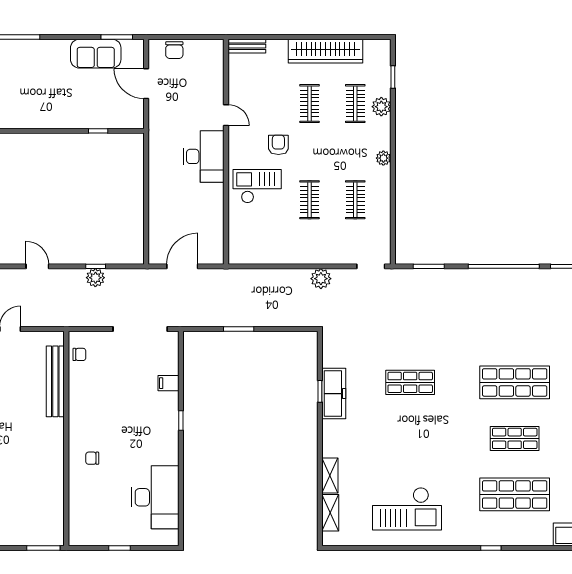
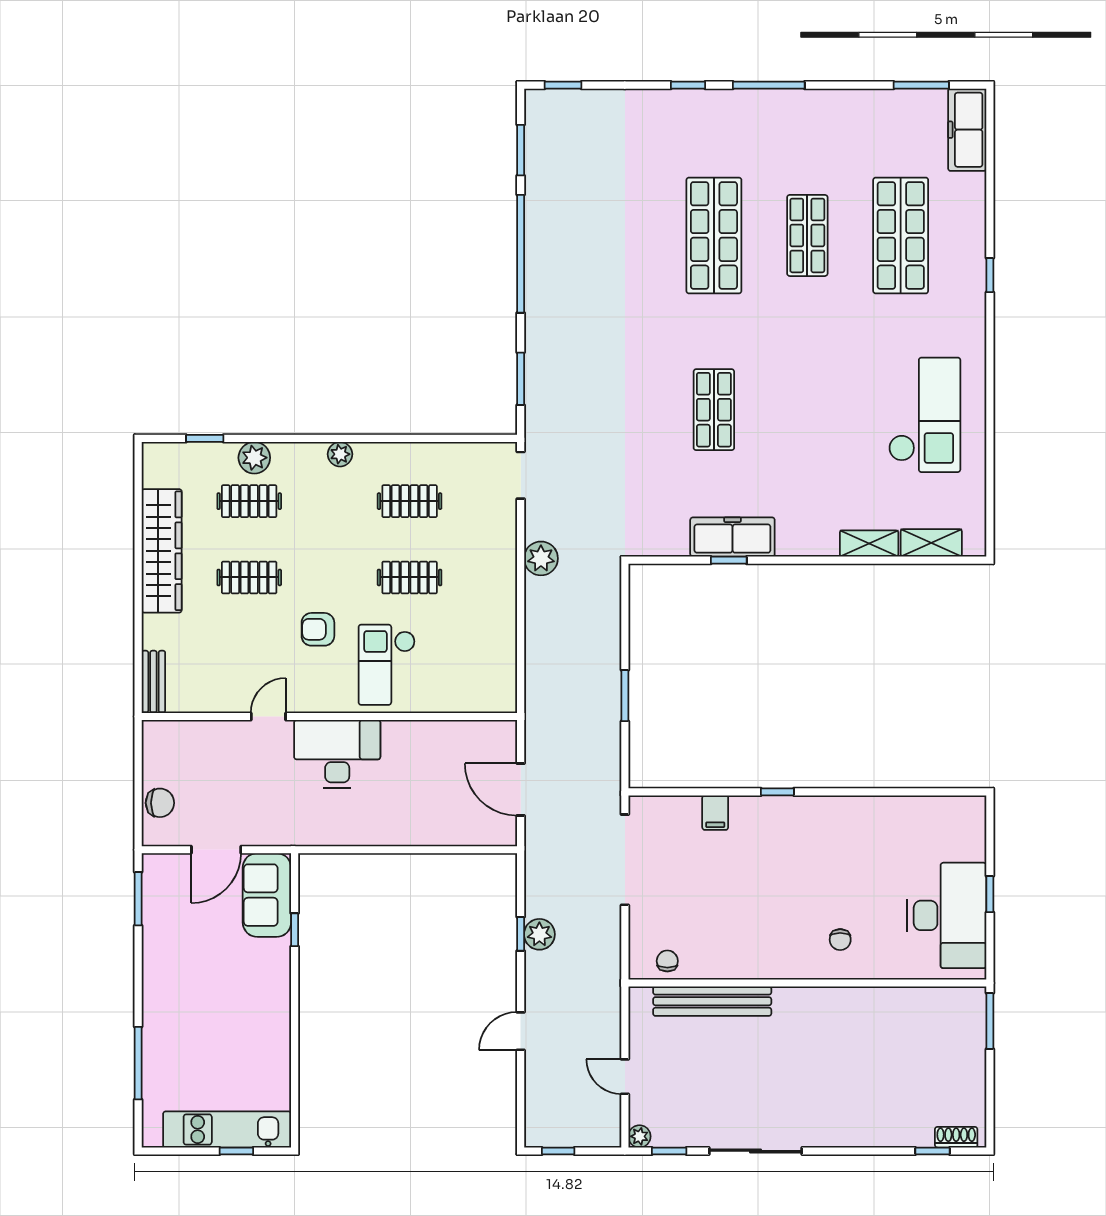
sofa: (96, 54) -> (267, 895), moved, turned 180
desk: (155, 497) -> (947, 915), moved, turned 90

